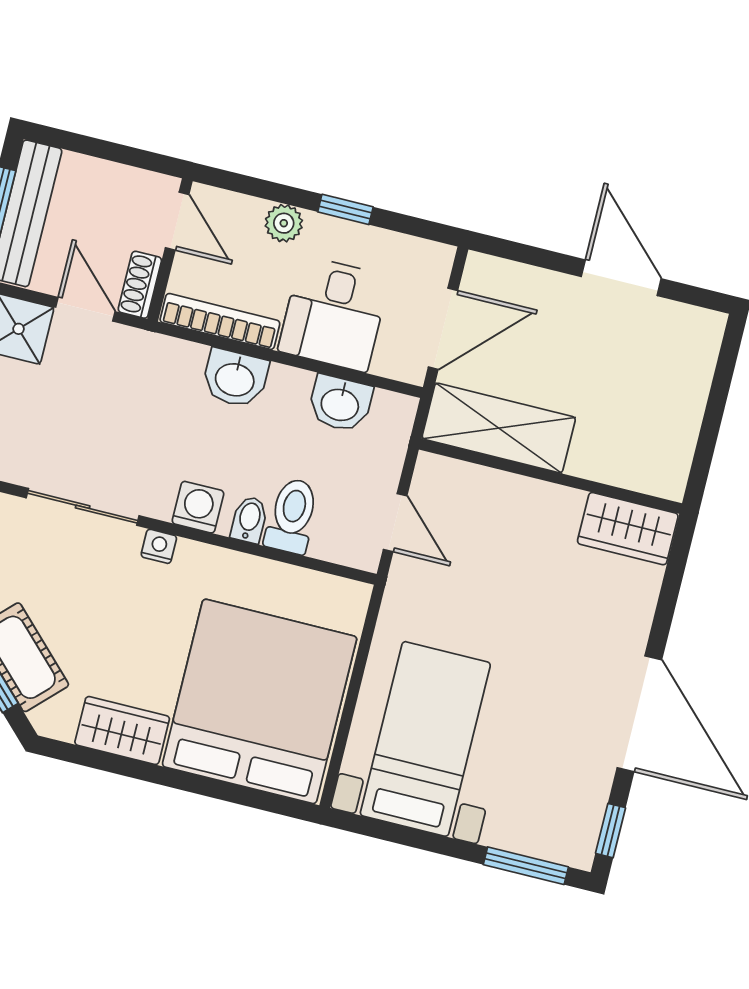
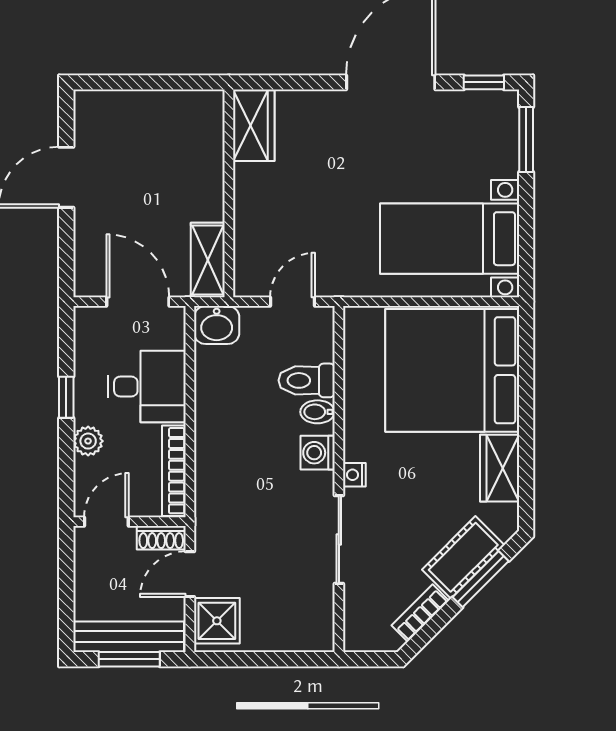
washbasin: (235, 378) -> (214, 449), removed
washbasin: (340, 403) -> (217, 325), moved, turned 90
shelving: (499, 428) -> (208, 260), width x0.67, depth x0.75

